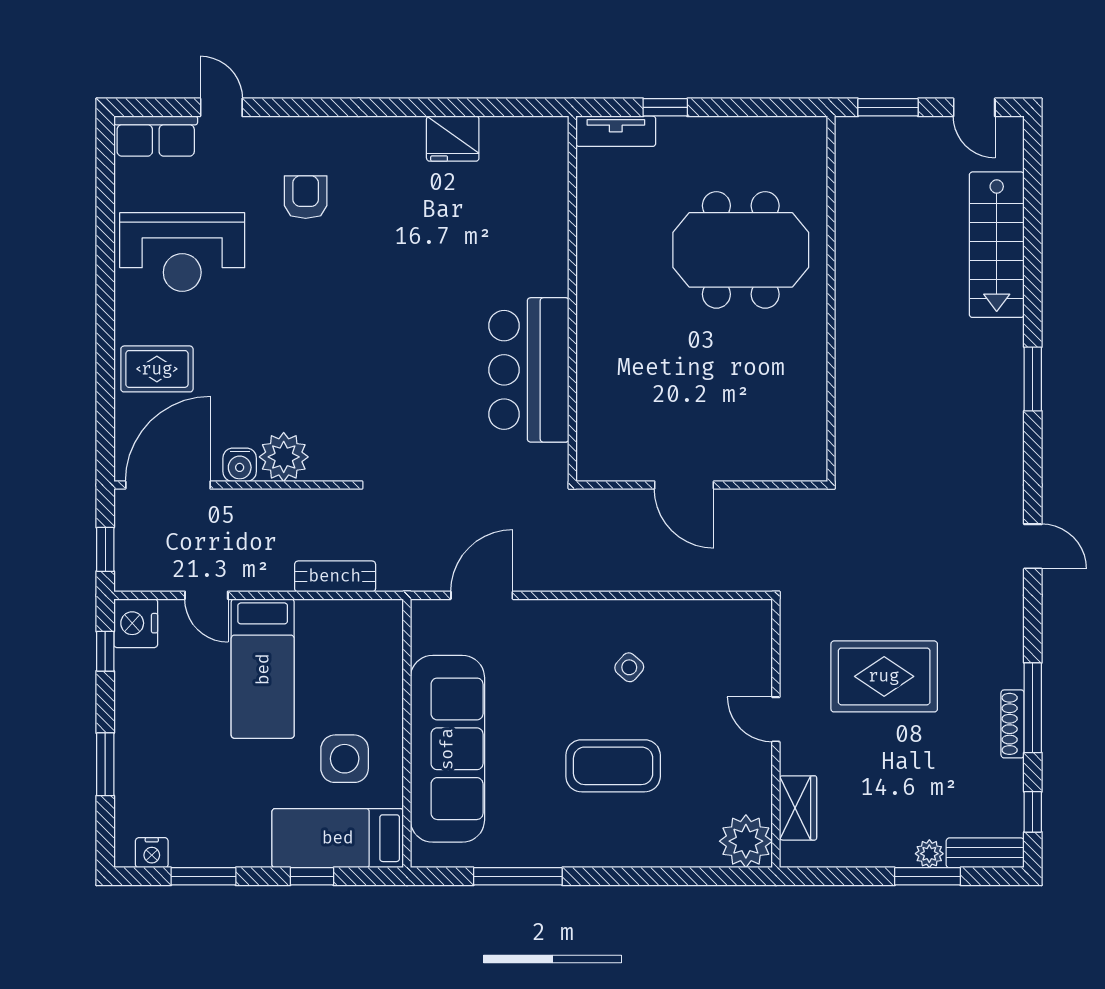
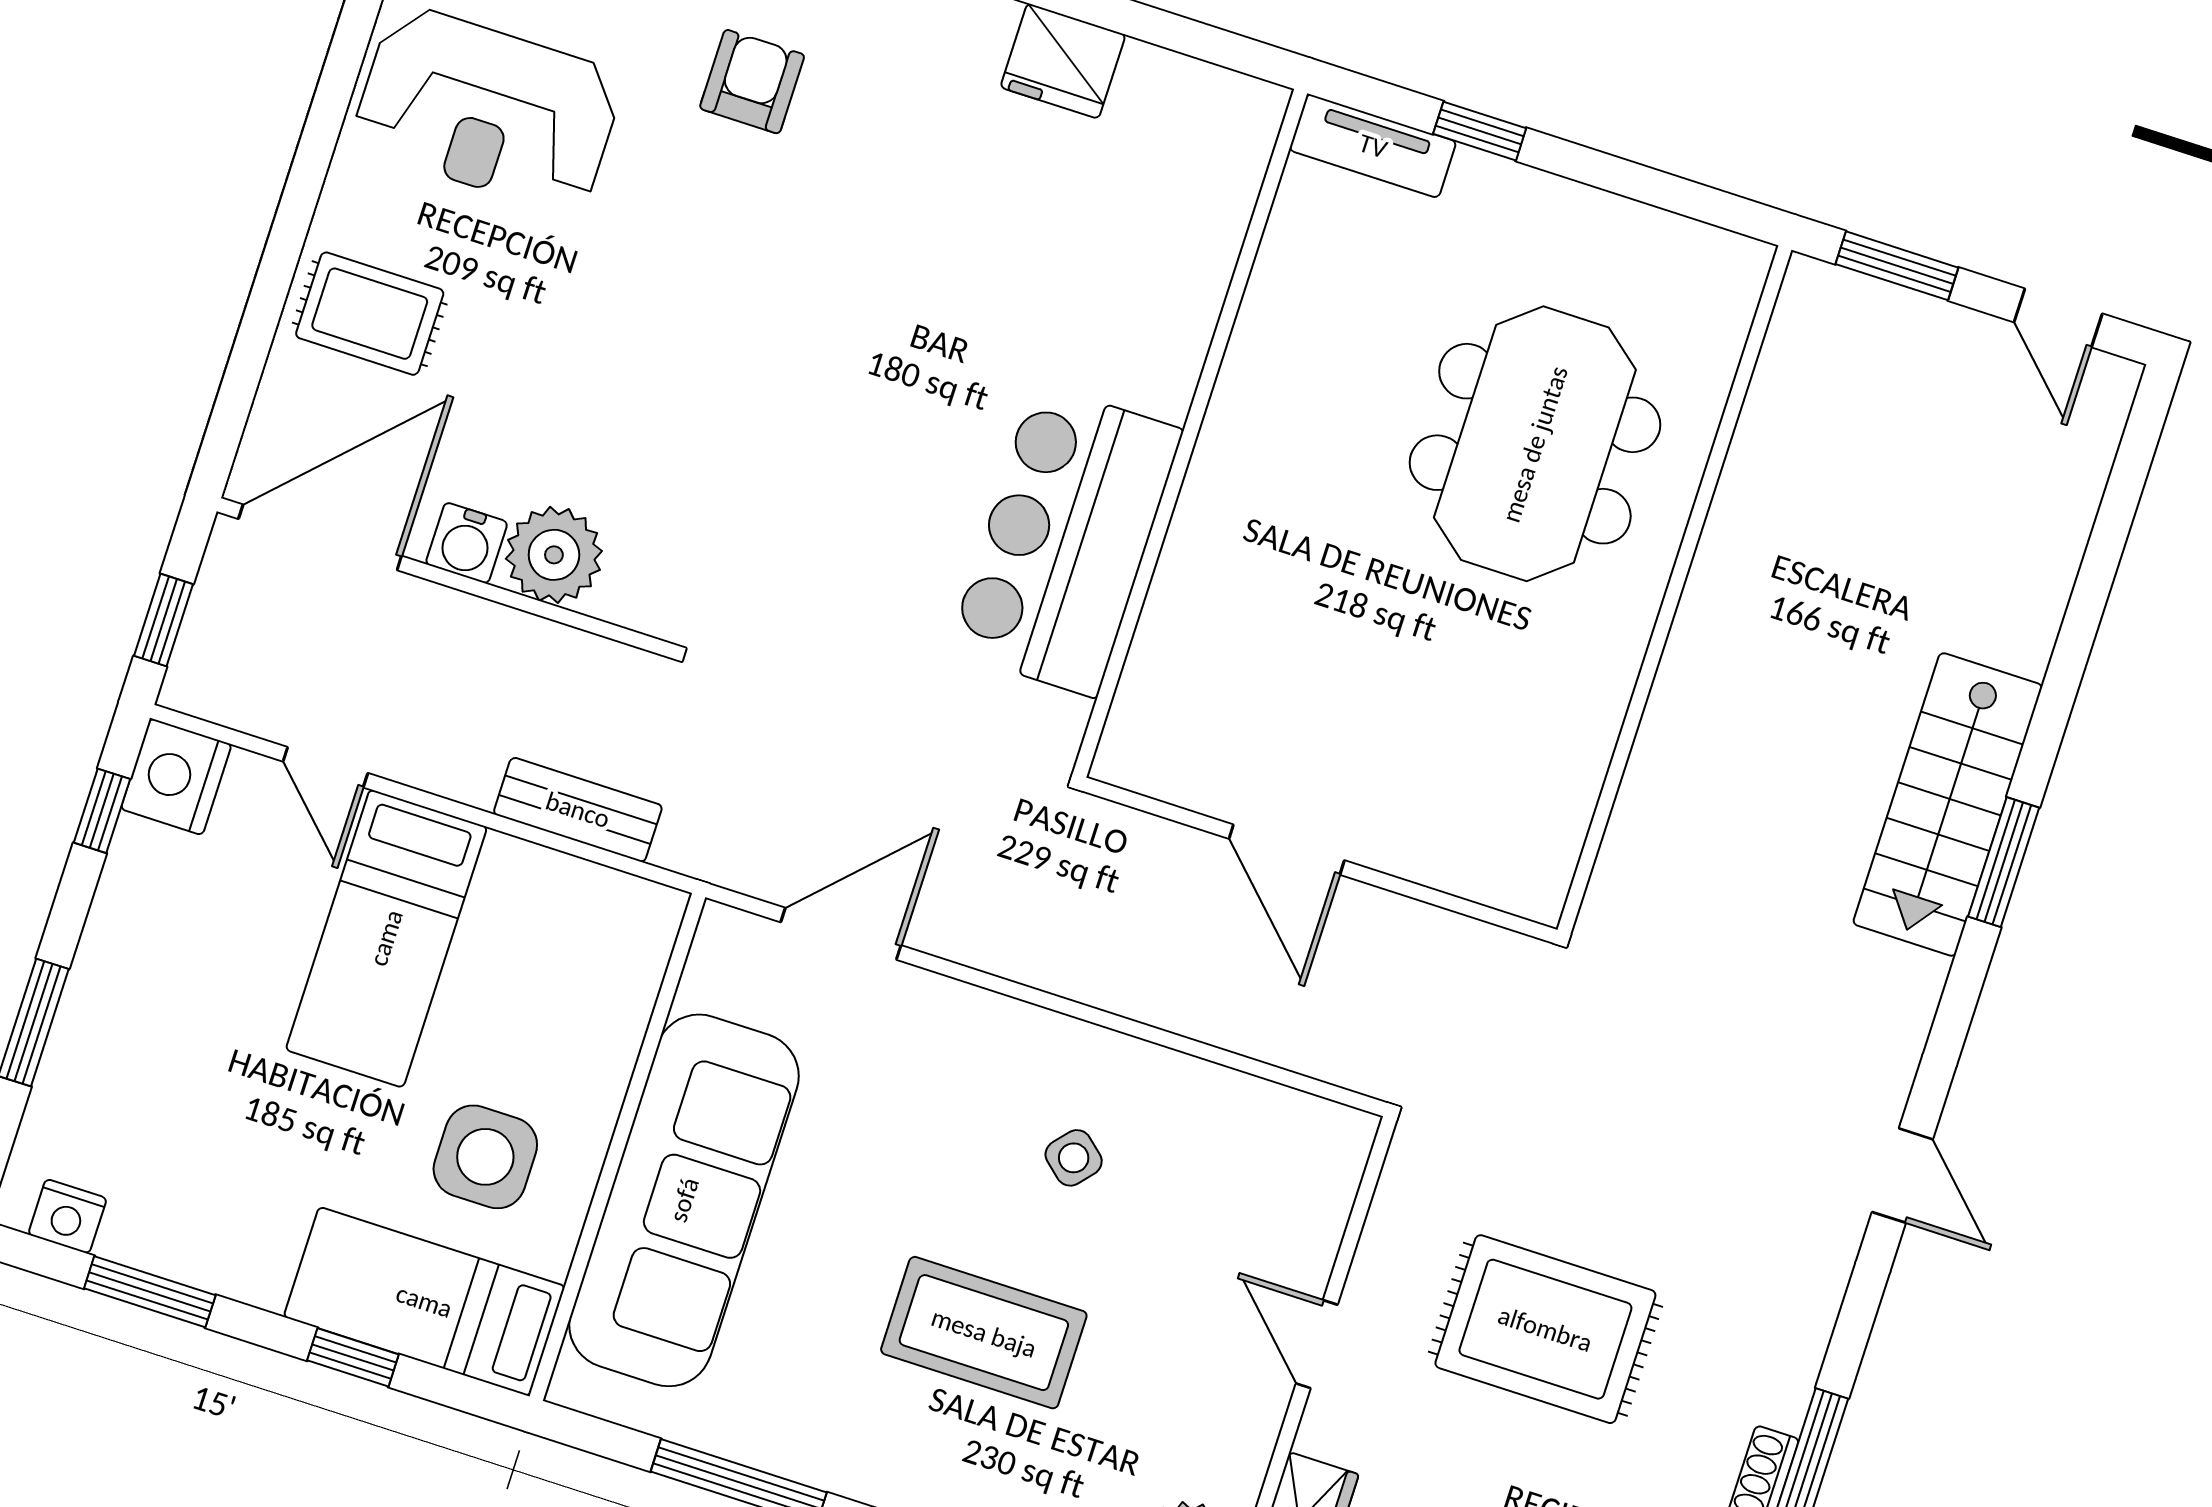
stairs: (997, 245) -> (1948, 805), moved
meeting table: (741, 250) -> (1535, 444), turned 90

